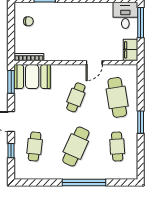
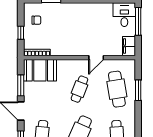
window: (11, 35) -> (21, 33), added
window: (11, 82) -> (21, 85), moved
window: (141, 122) -> (138, 90), moved

